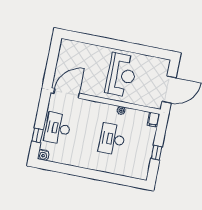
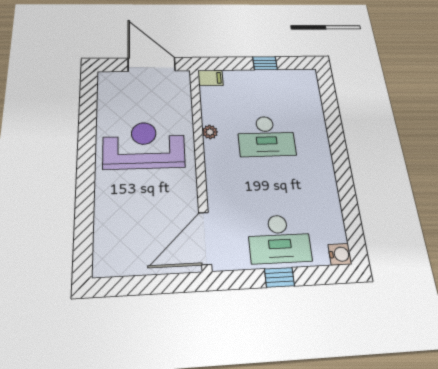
door: (67, 93) -> (205, 238), hinge flipped
window: (37, 135) -> (279, 277), moved

